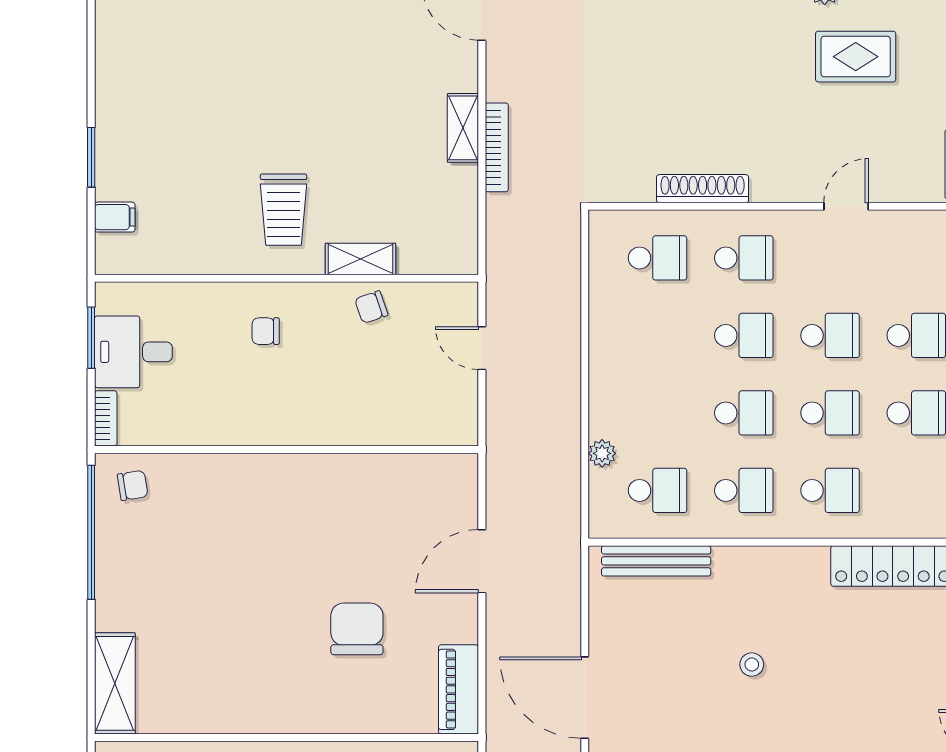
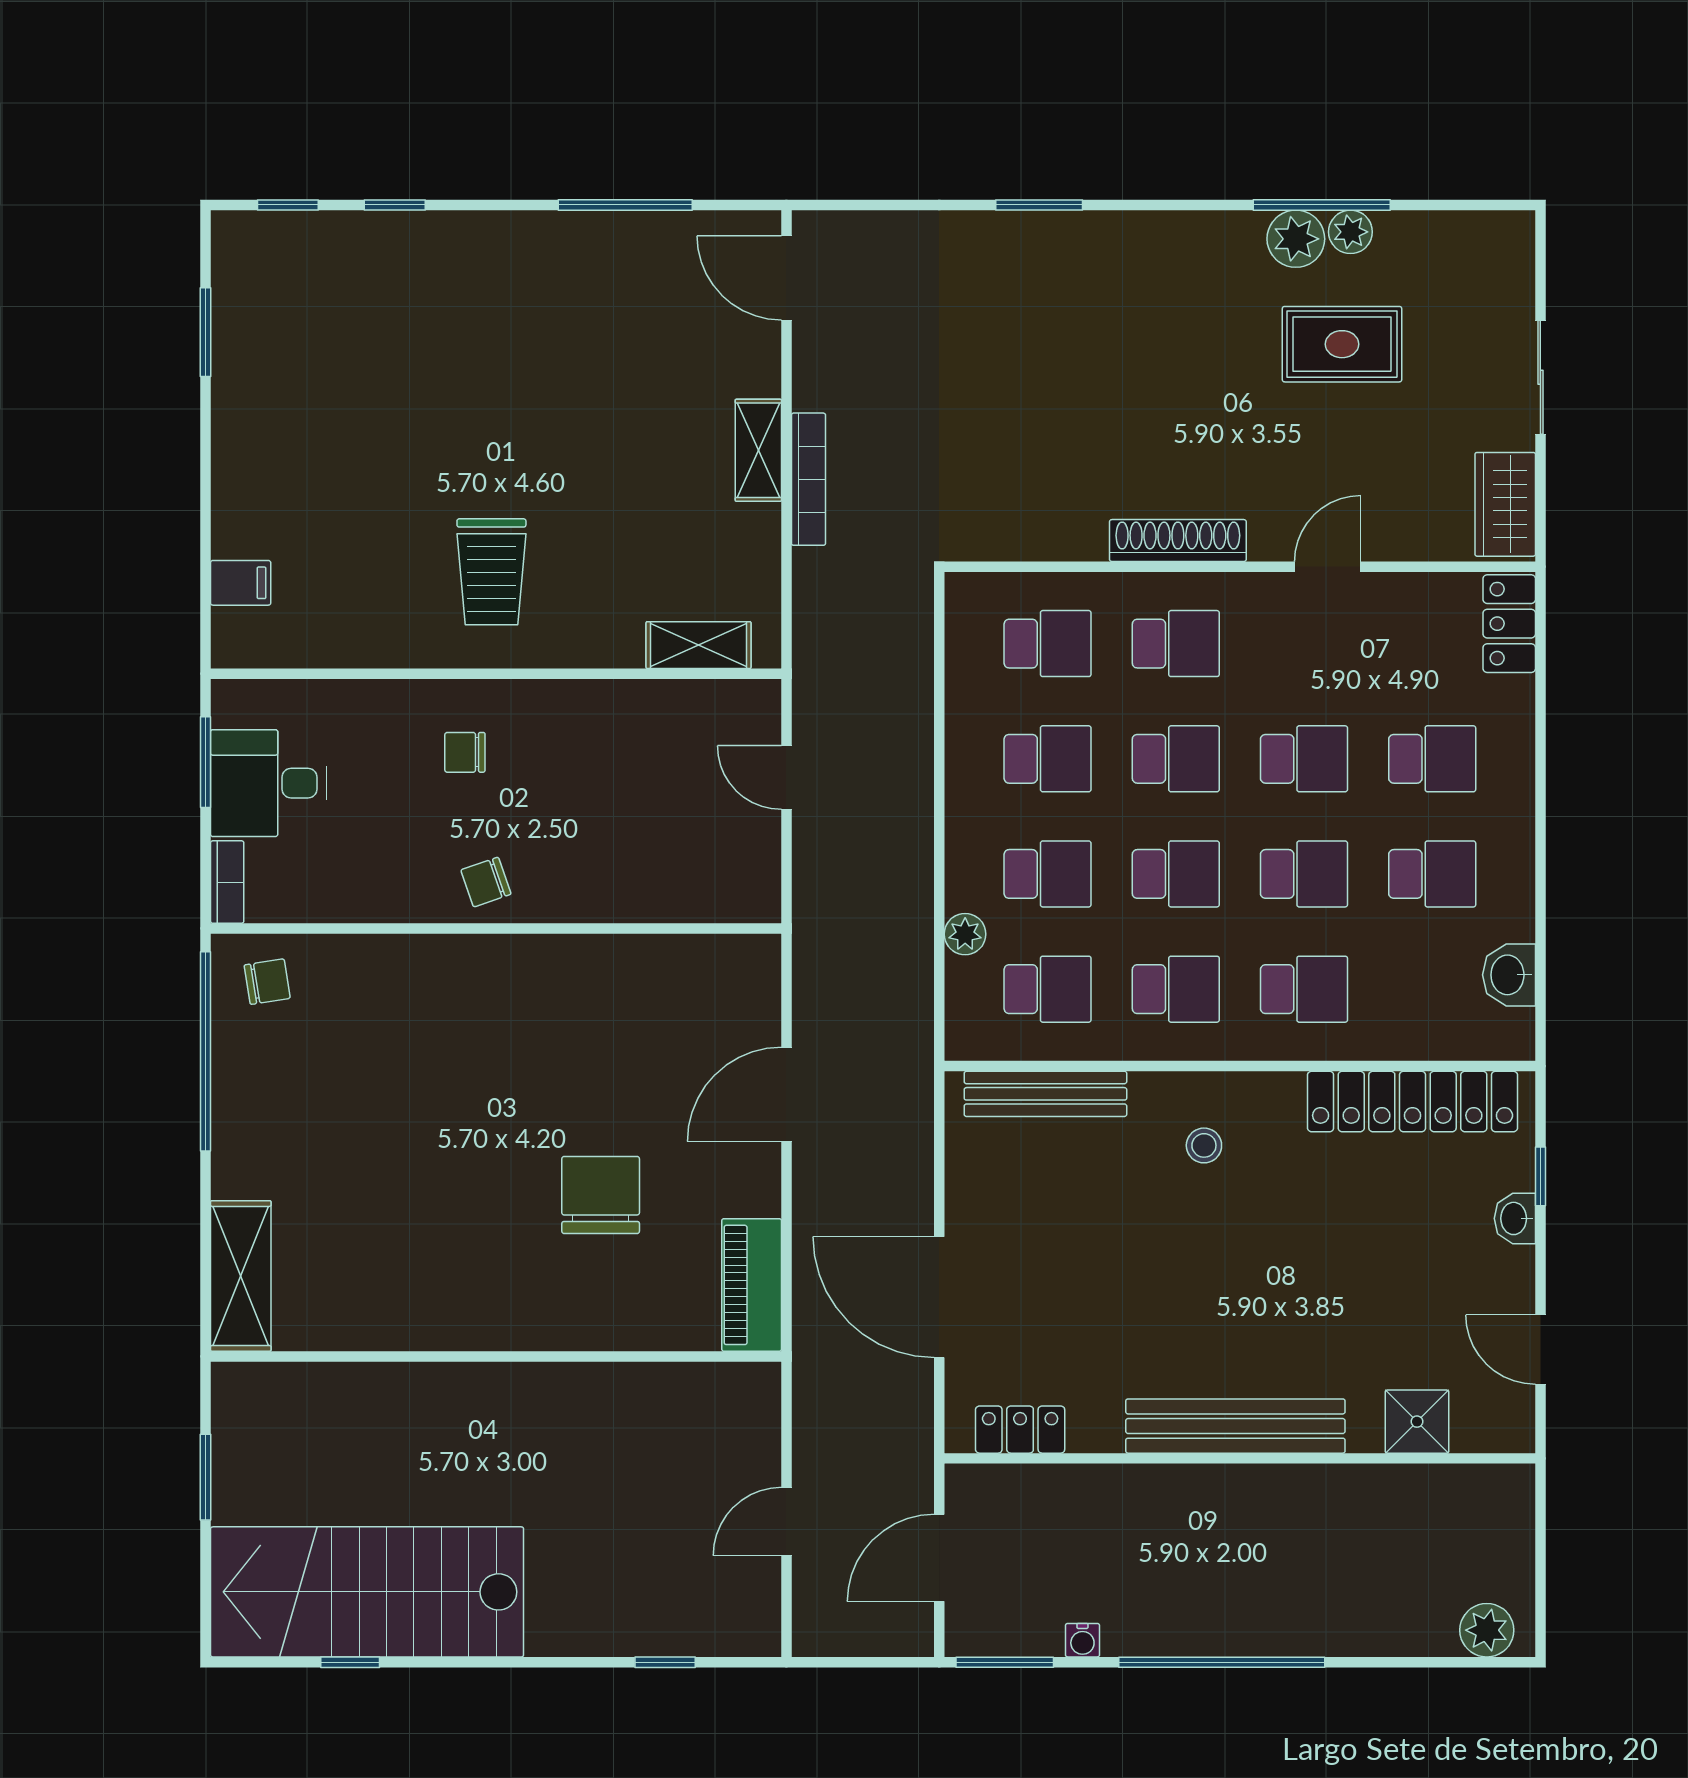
window: (91, 157) -> (206, 332), moved
shoe rack: (703, 189) -> (1178, 541), moved
shelving: (360, 259) -> (699, 645), moved
chair: (371, 307) -> (486, 882), moved
school desk: (658, 335) -> (1048, 759), added
school desk: (658, 413) -> (1048, 874), added
stool: (752, 665) -> (1204, 1145), moved

